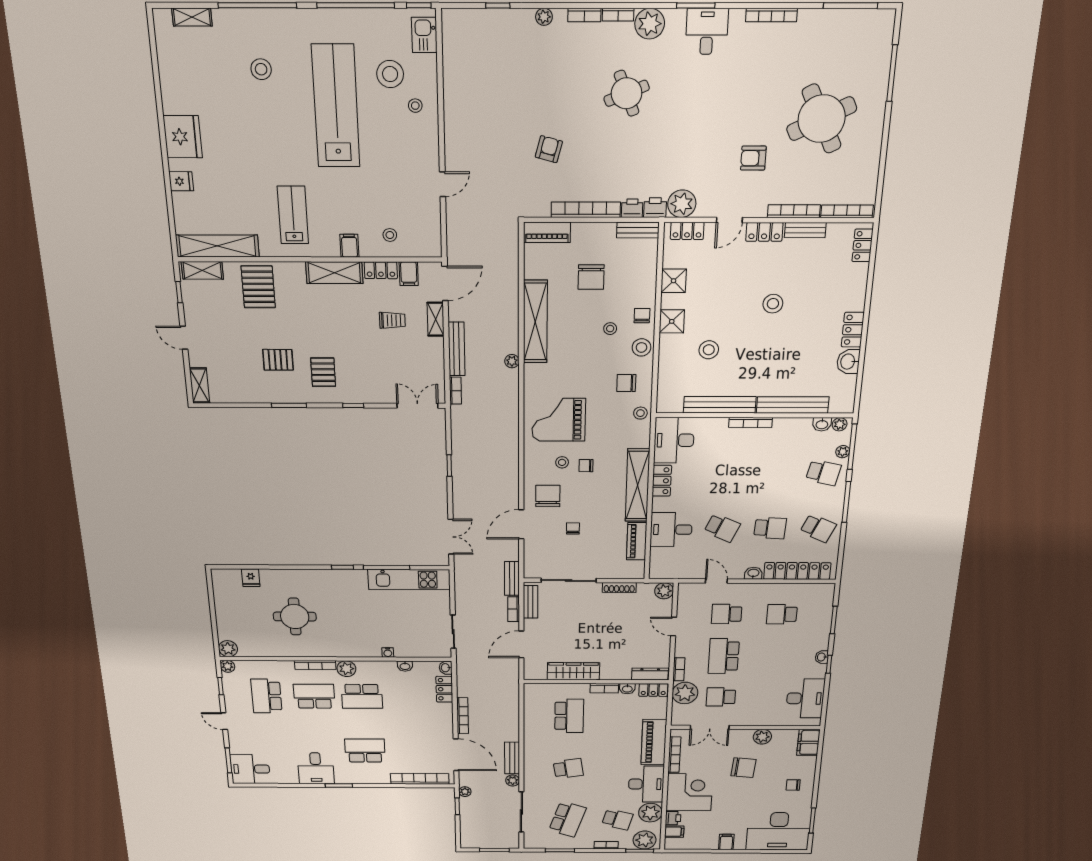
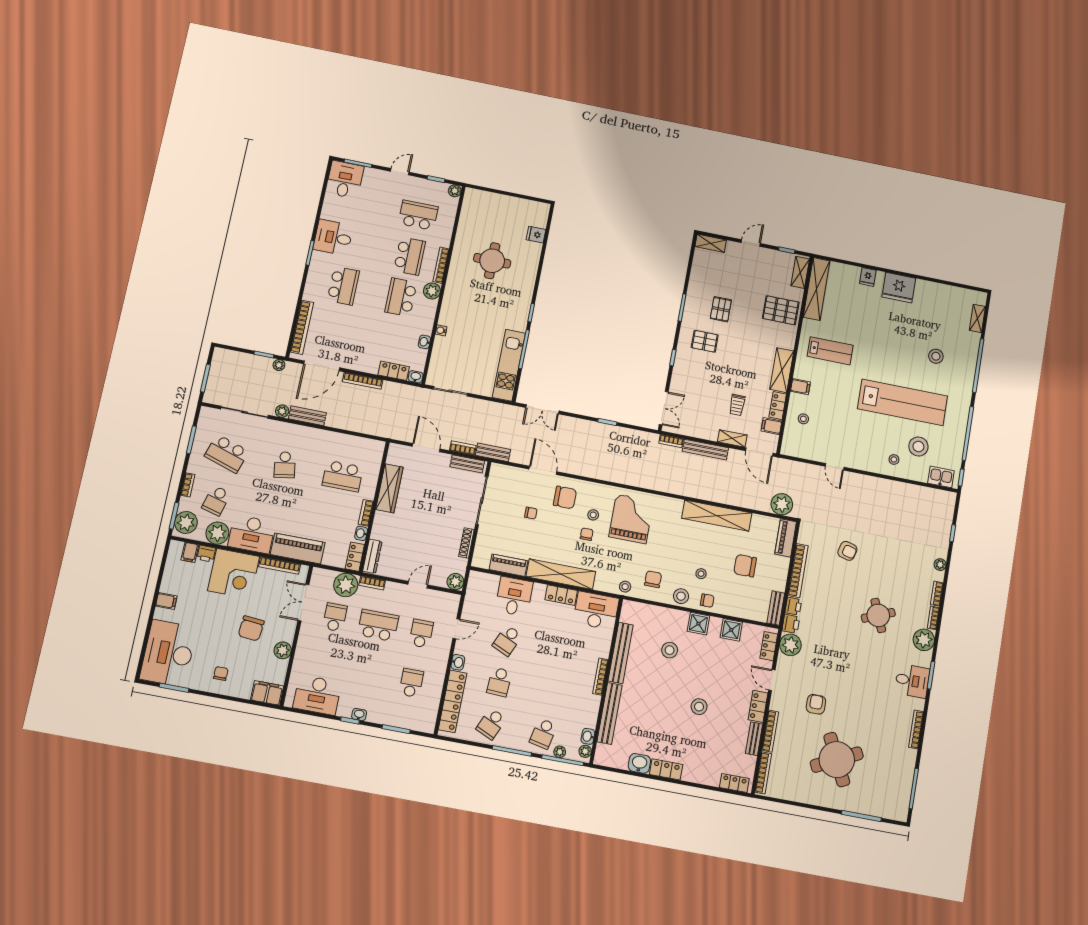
plant: (512, 361) -> (782, 504), moved, width x1.87, depth x1.87
plant: (228, 649) -> (472, 196), removed

